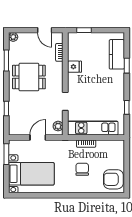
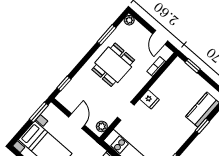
fridge: (75, 67) -> (150, 99), moved
dining table: (29, 77) -> (113, 65), turned 90
window: (6, 109) -> (64, 83), moved
door: (38, 137) -> (77, 121), hinge flipped

